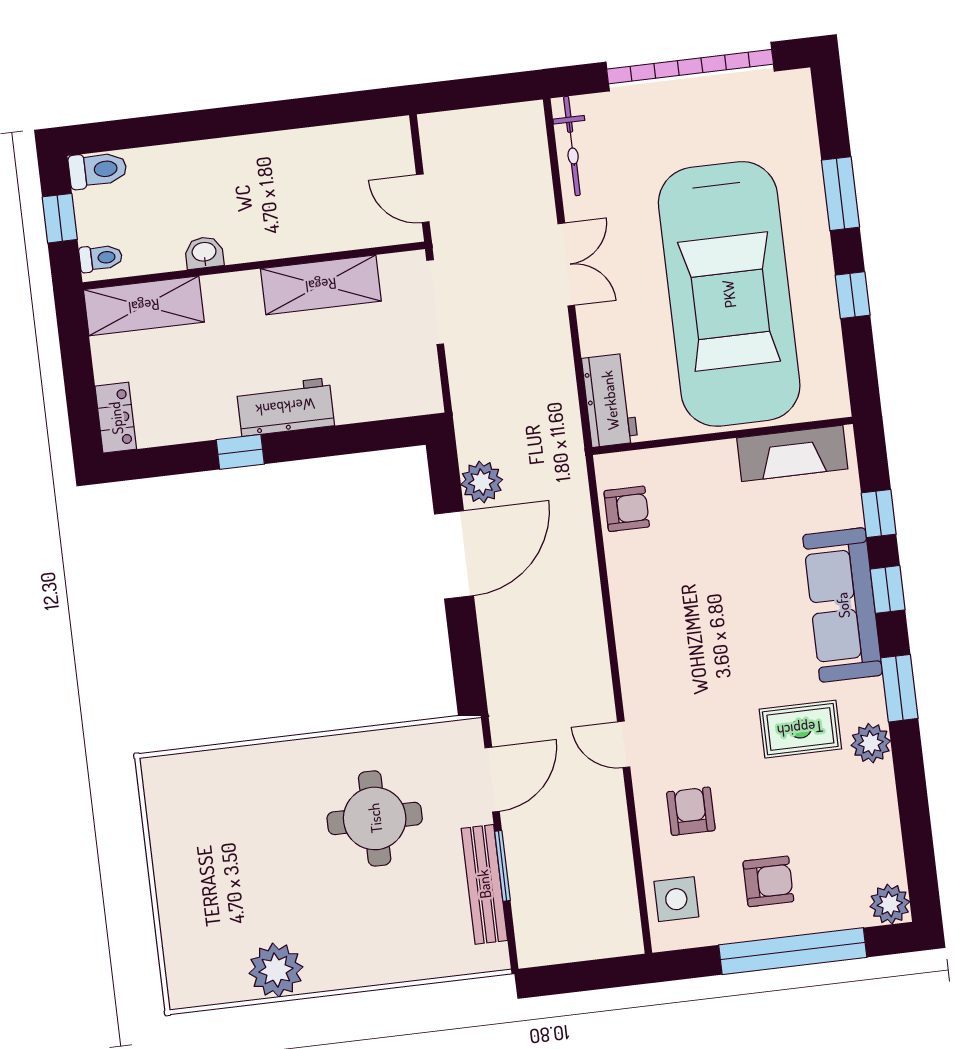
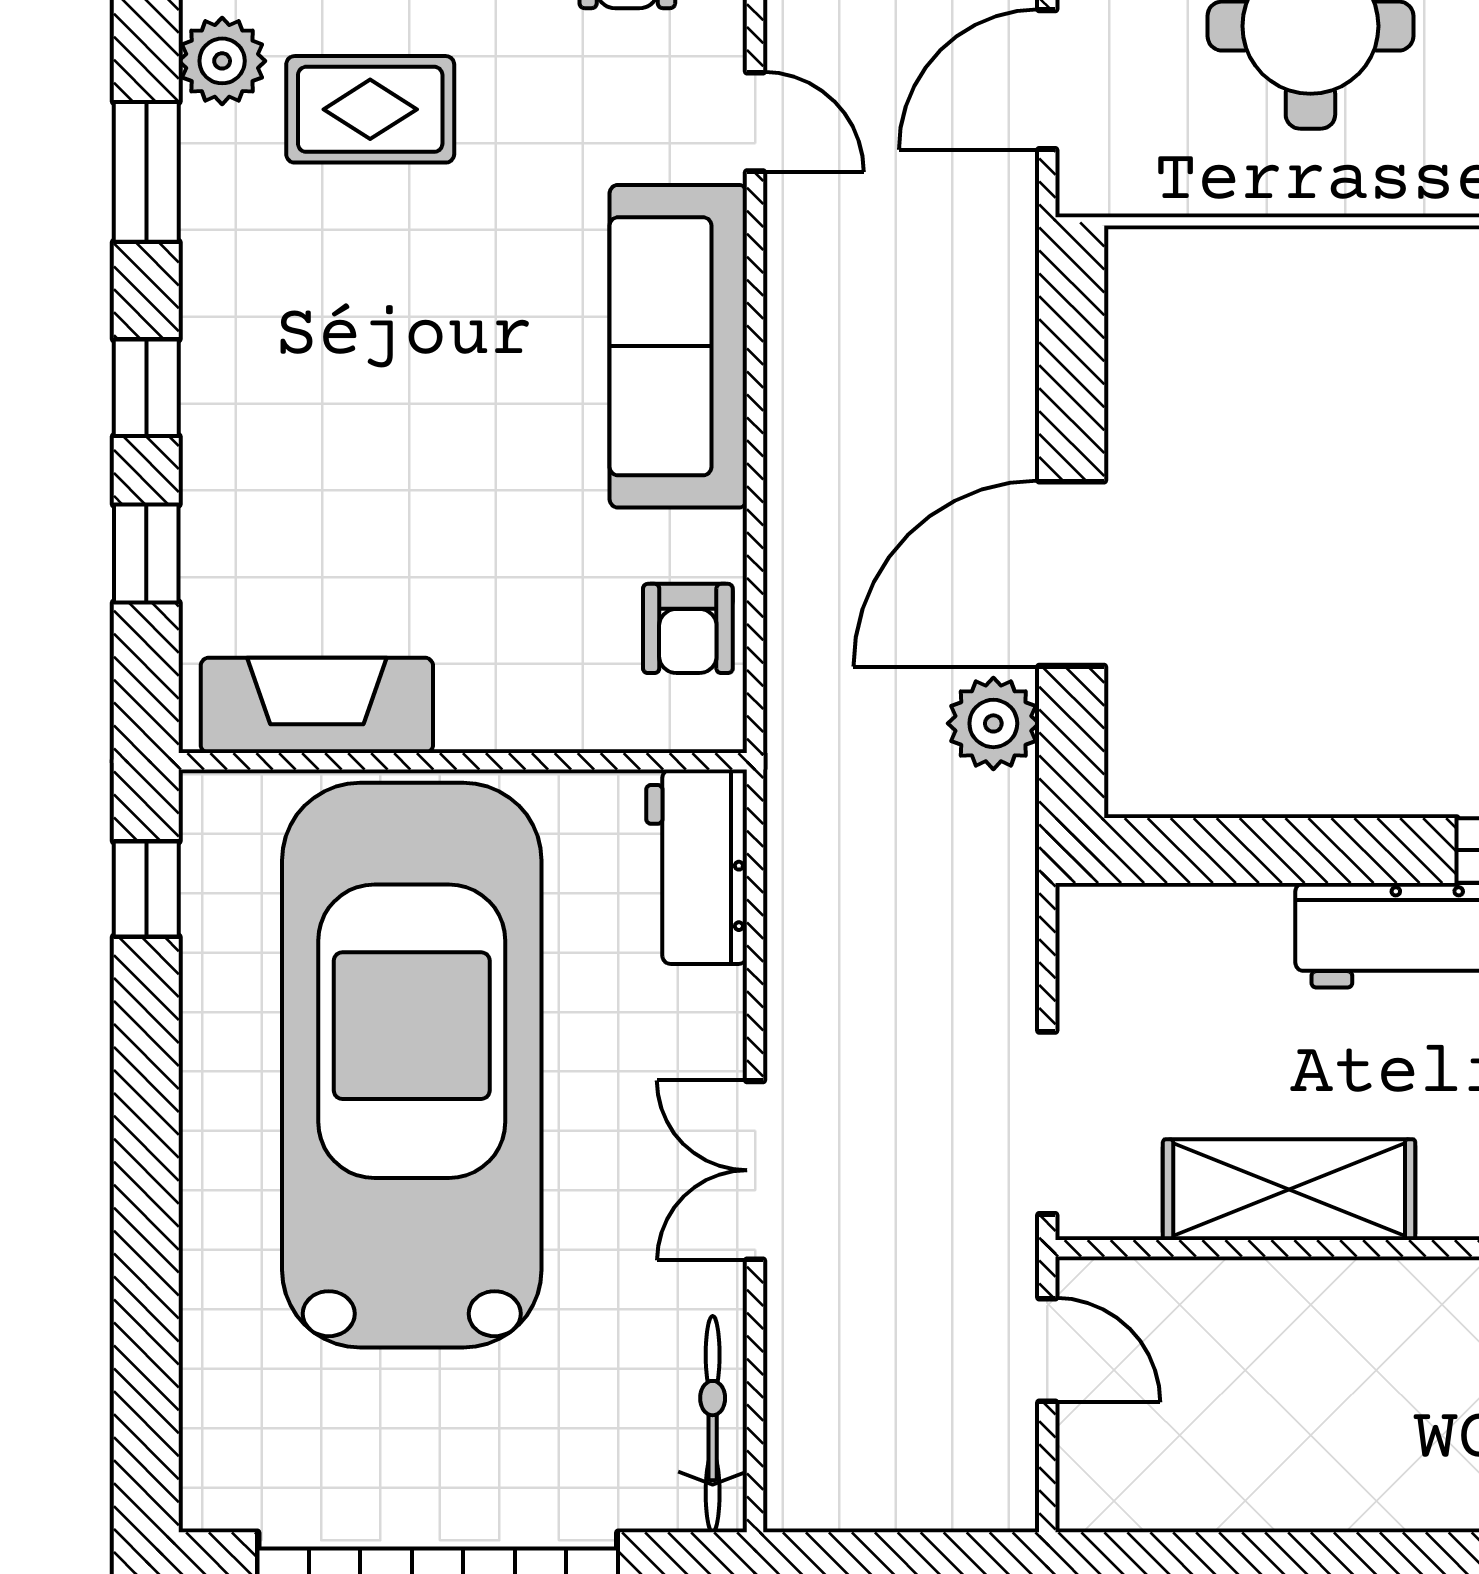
window: (840, 194) -> (146, 1253), removed
window: (853, 295) -> (146, 889), moved
armchair: (627, 509) -> (688, 628), turned -90
sofa: (843, 605) -> (678, 346), moved, turned 180

